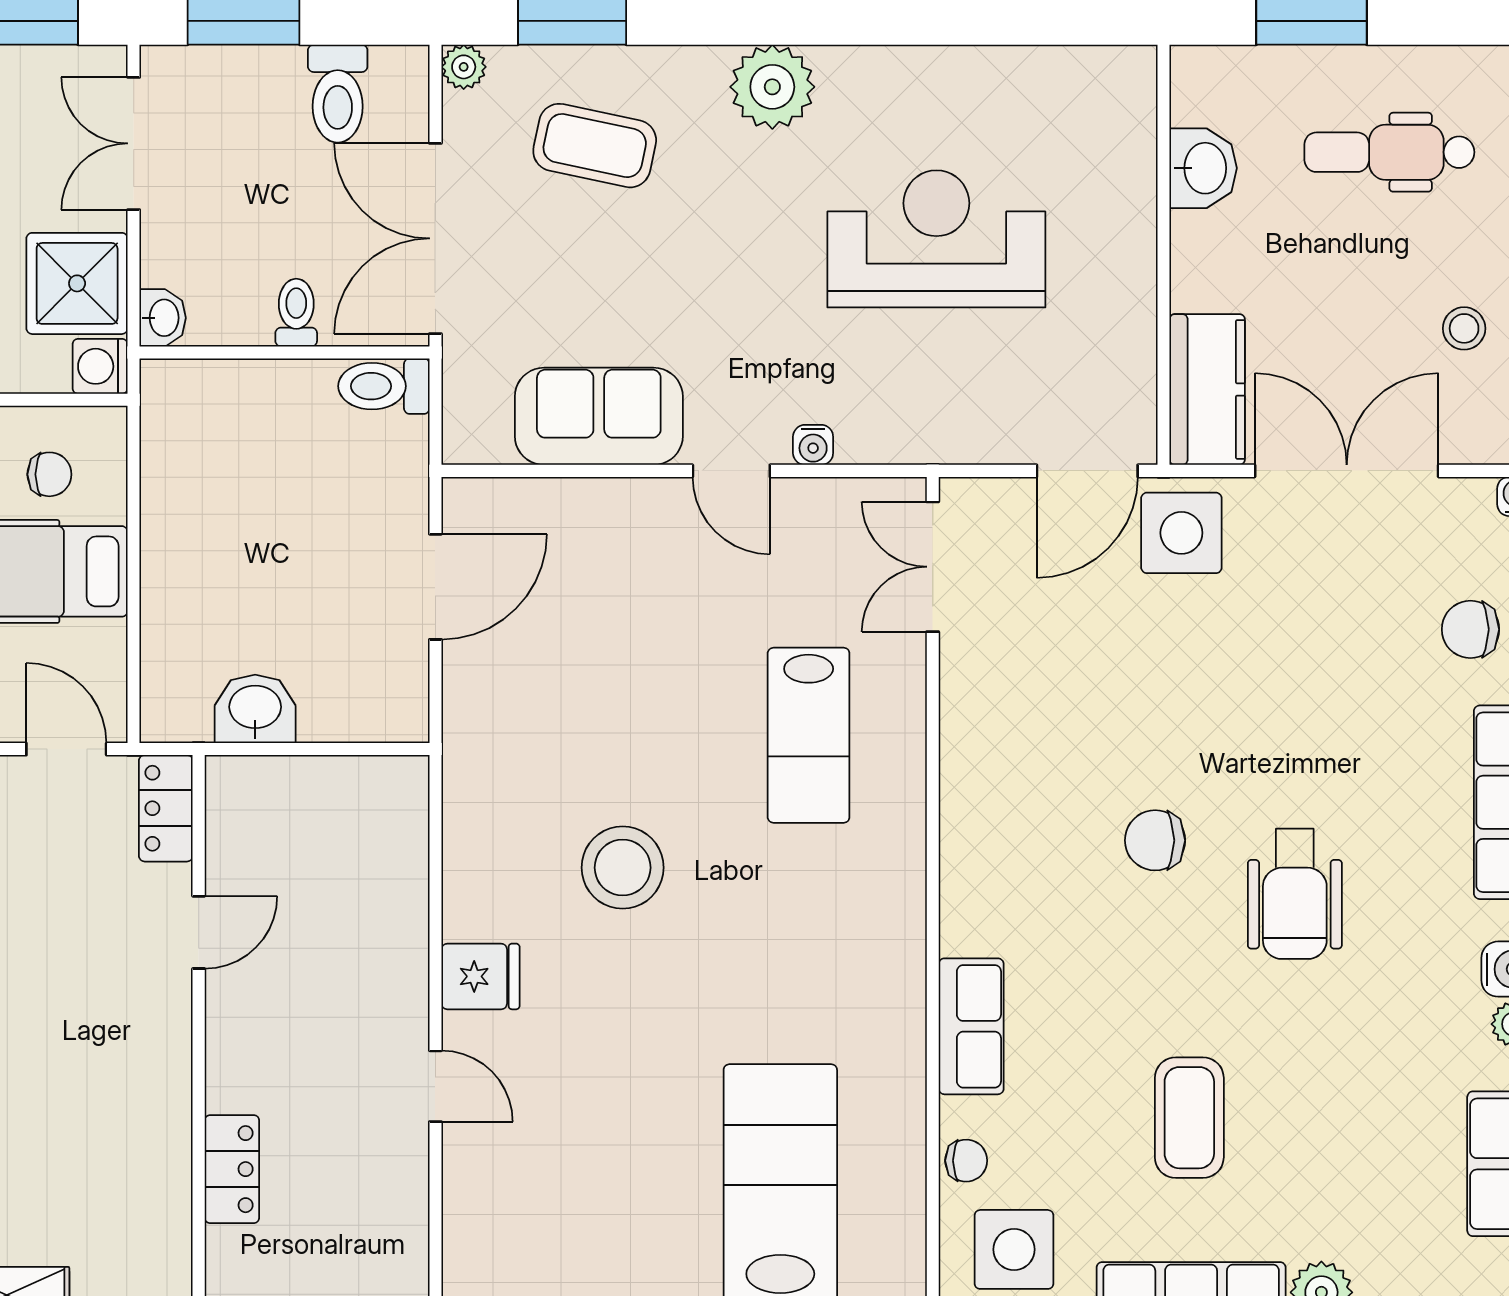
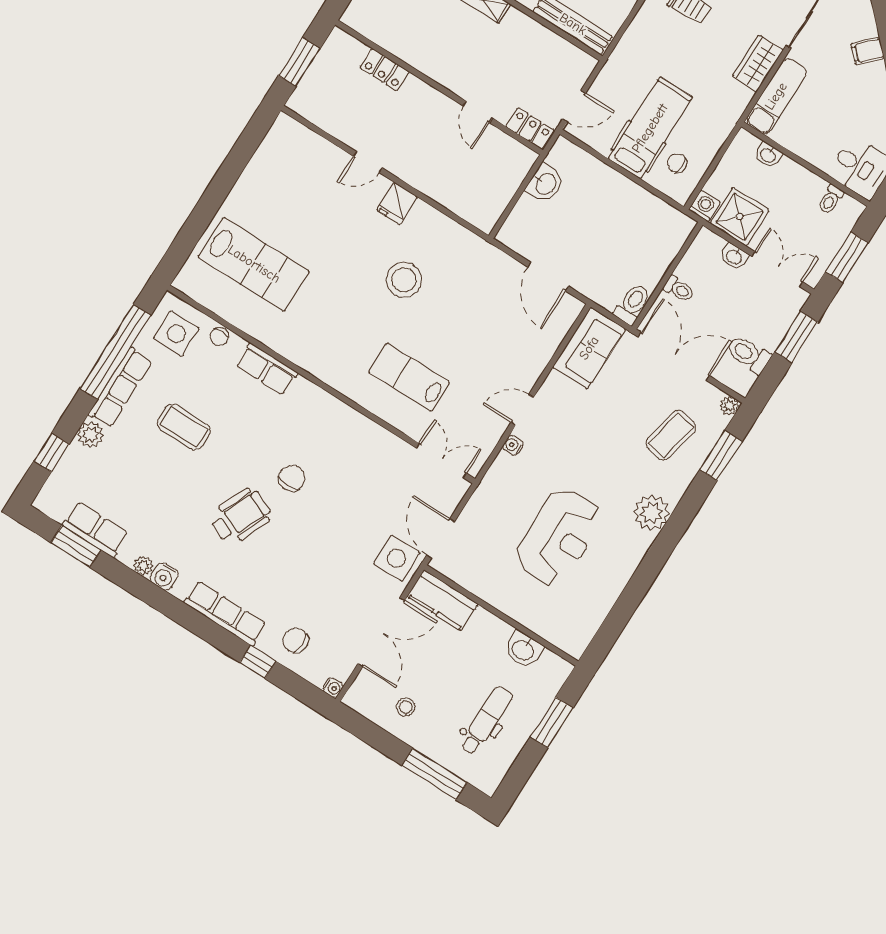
washbasin: (163, 318) -> (734, 257), moved
sofa: (599, 416) -> (589, 348), moved
chair: (49, 474) -> (677, 163), turned 90
chair: (1470, 629) -> (296, 640), turned -90
wheelchair: (1295, 894) -> (240, 516), turned 114

